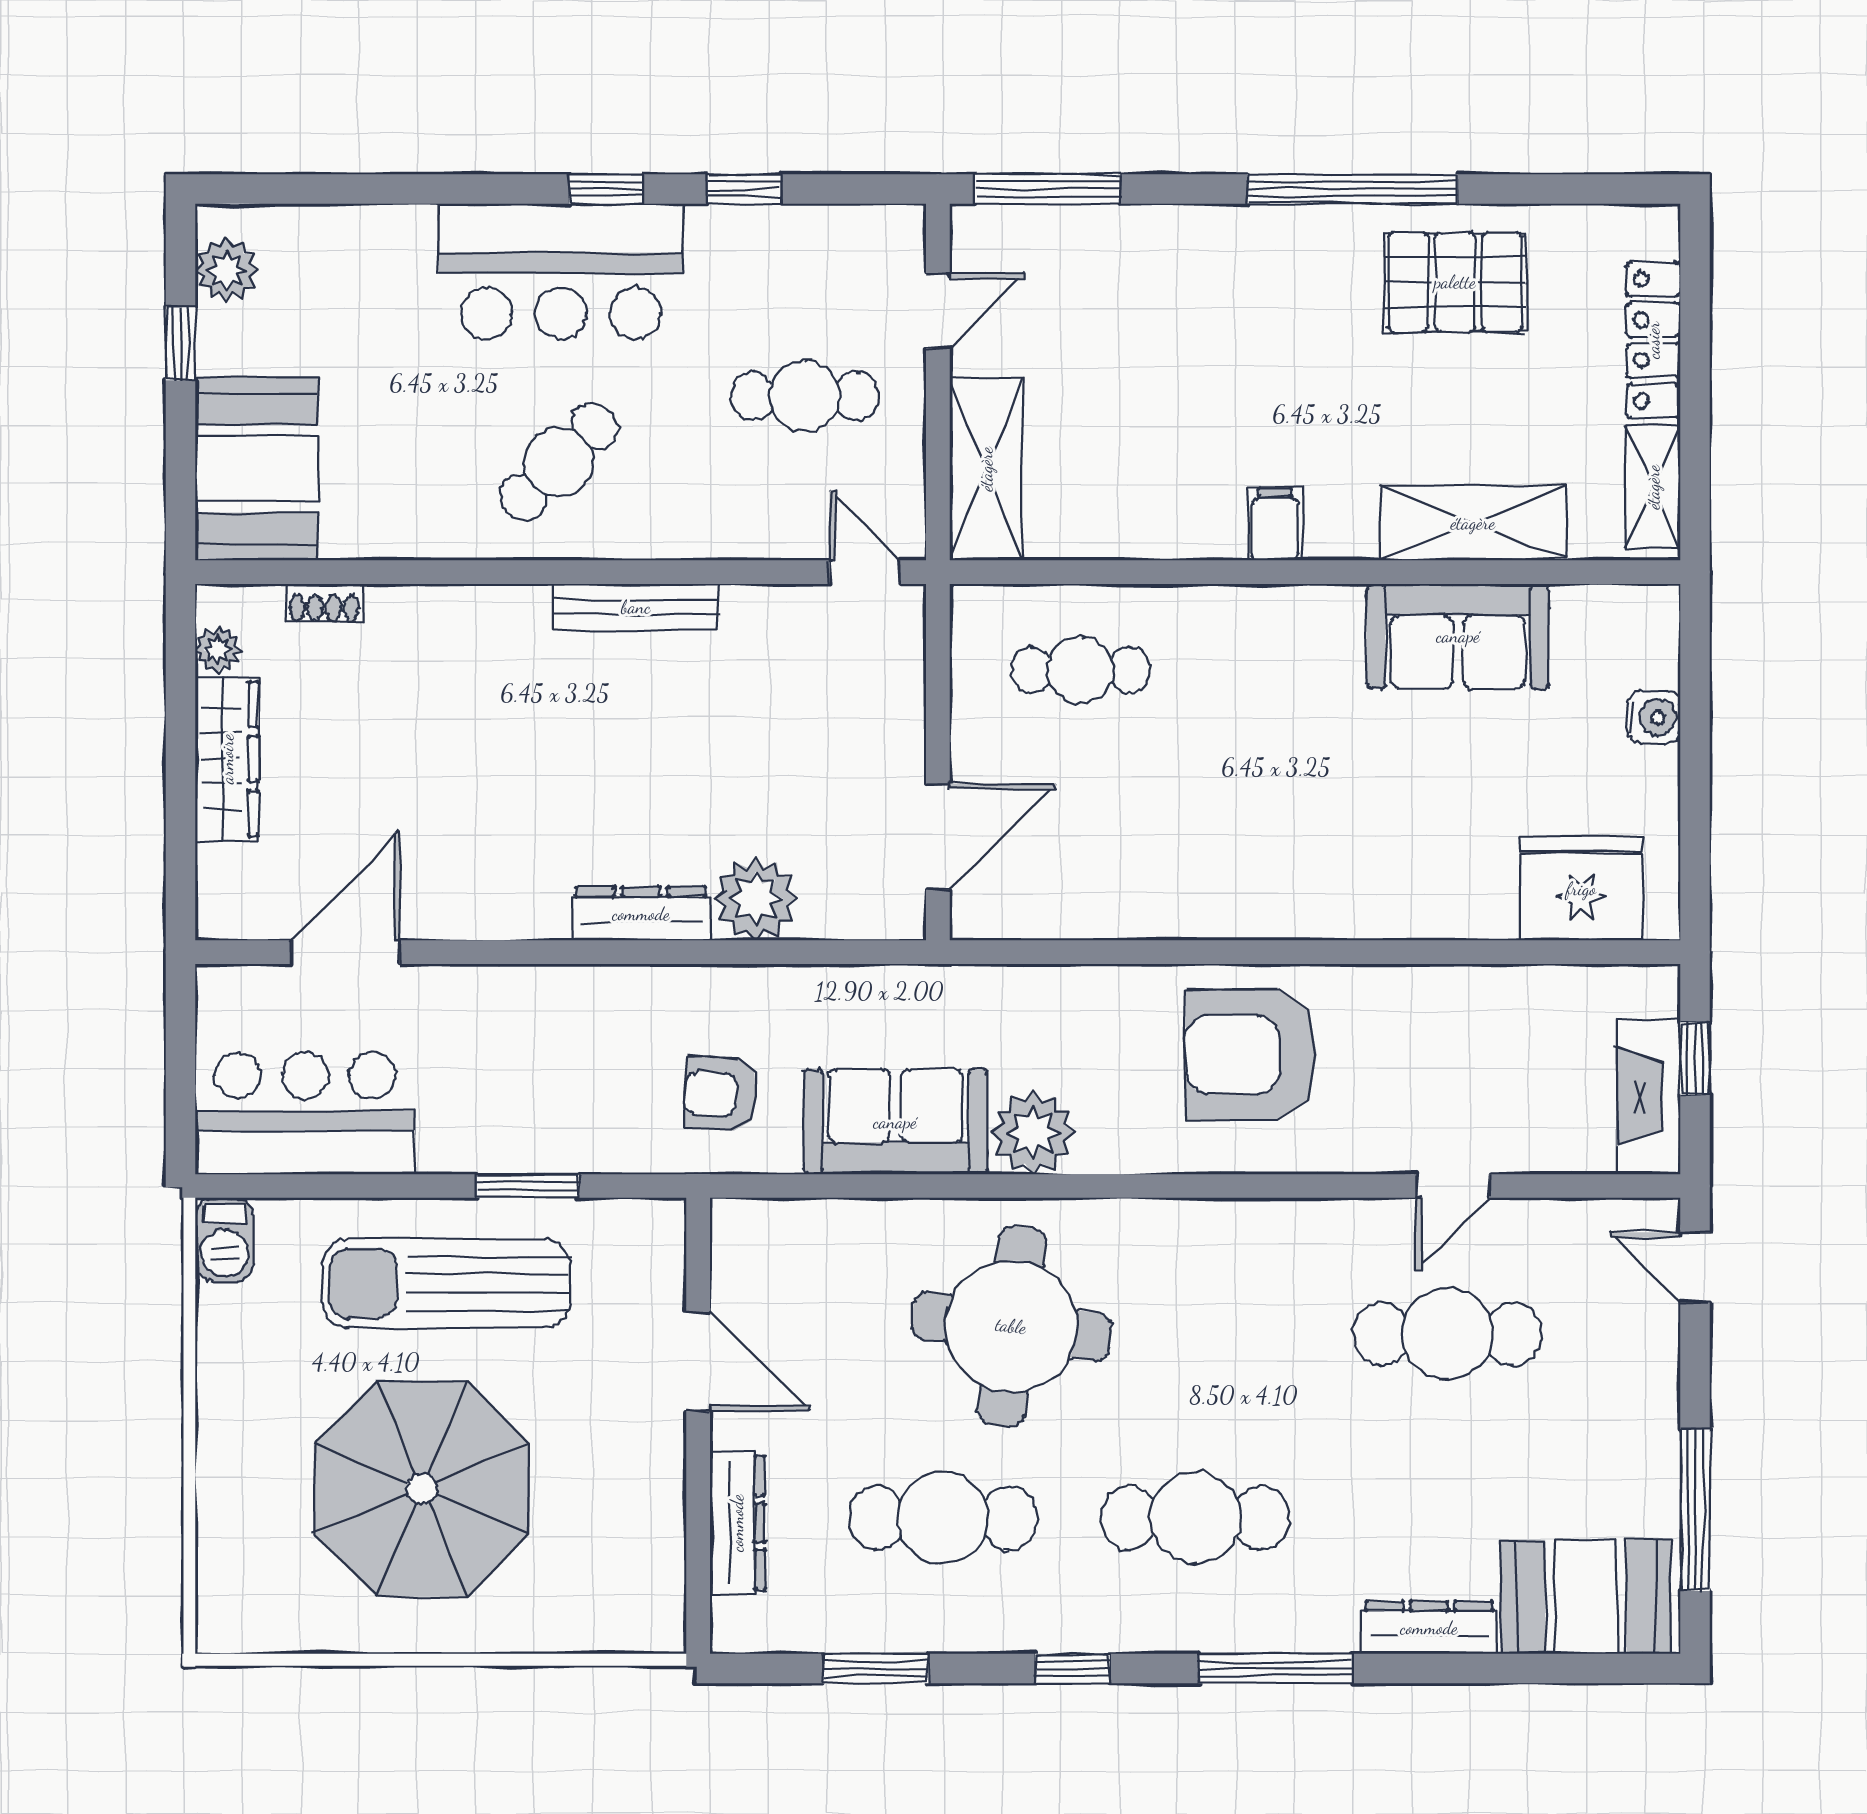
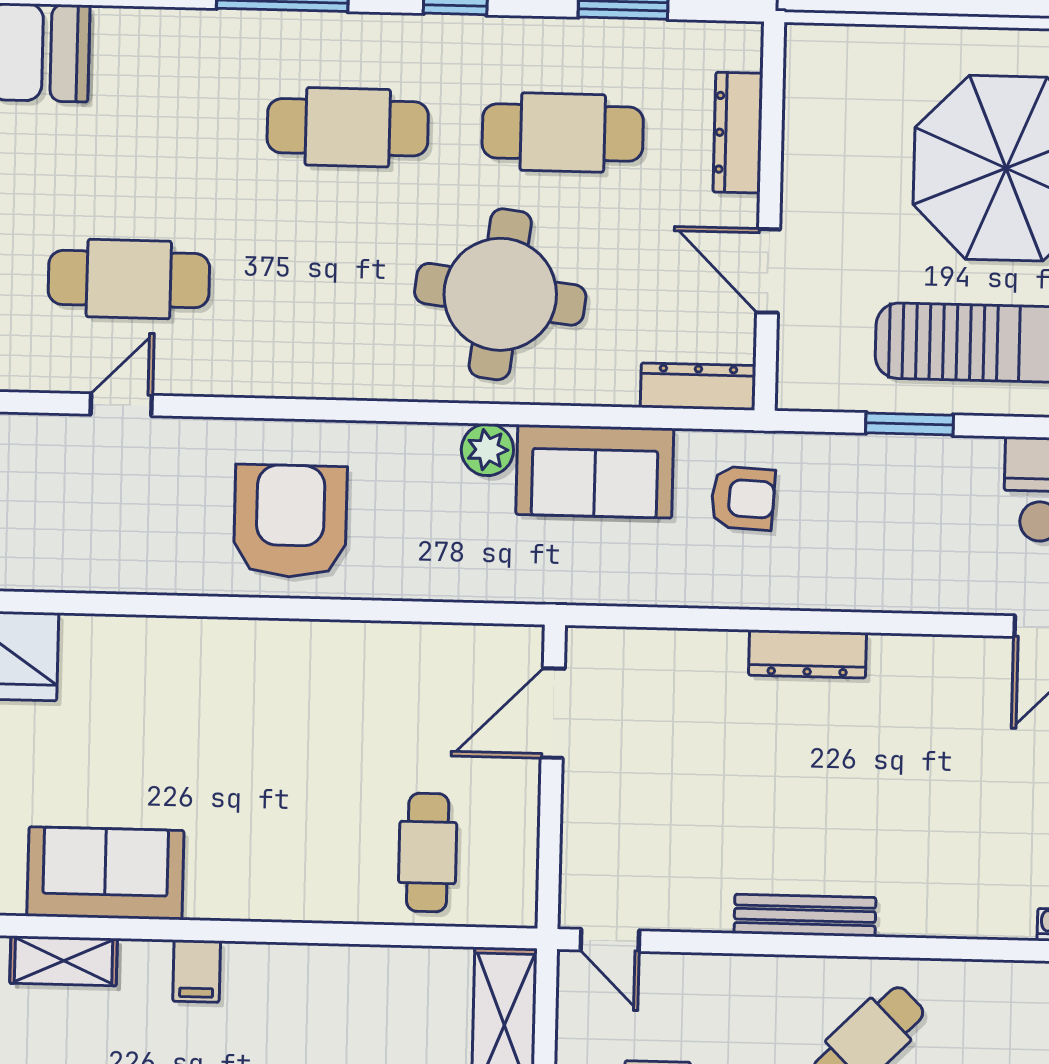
shelving: (1473, 523) -> (64, 961), width x0.67, depth x0.75
filing cabinet: (1275, 524) -> (197, 971), moved
cafe table: (1081, 670) -> (428, 852), turned 90
plant: (756, 899) -> (709, 664), removed
armchair: (1251, 1055) -> (290, 521), turned -90
plant: (1033, 1133) -> (487, 450), width x0.73, depth x0.73
dresser: (1429, 1628) -> (698, 386), moved, turned 180

